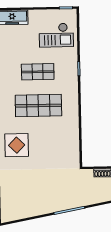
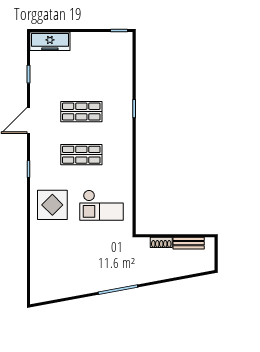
checkout: (56, 35) -> (102, 205), moved
shop shelf: (38, 106) -> (81, 155), width x0.70, depth x0.74

